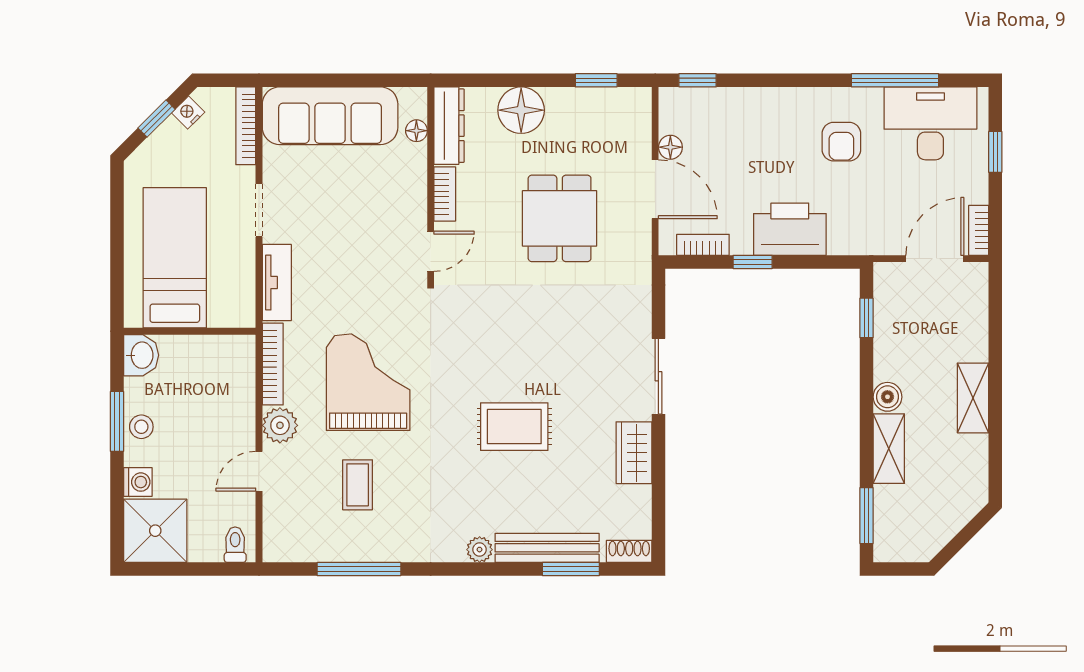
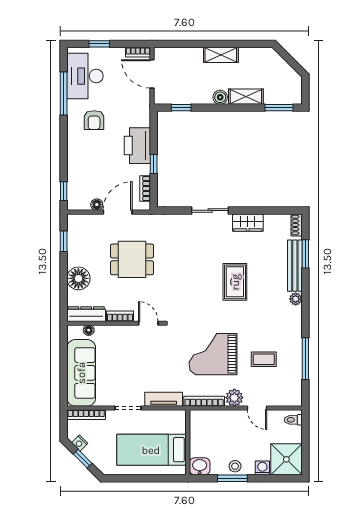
armchair: (841, 142) -> (94, 120), turned 90

